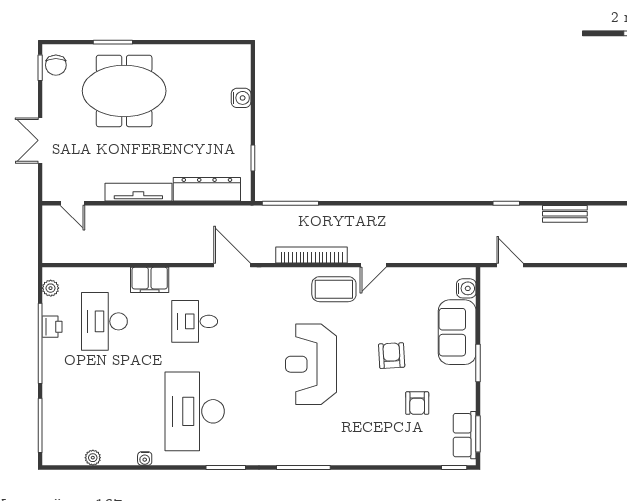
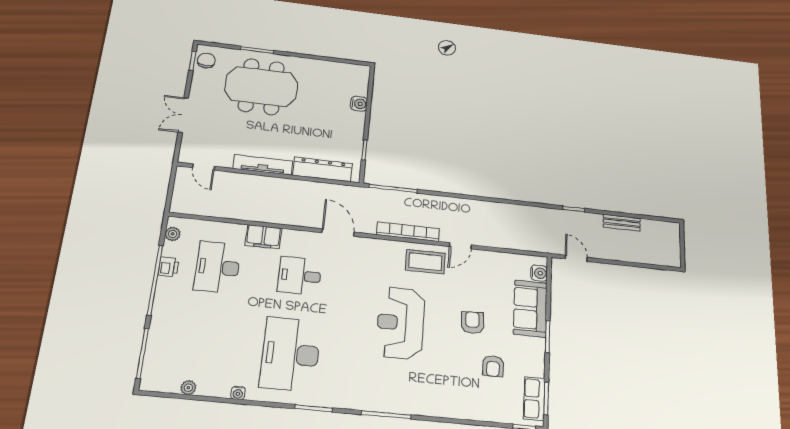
chair: (56, 65) -> (206, 61), turned 180

